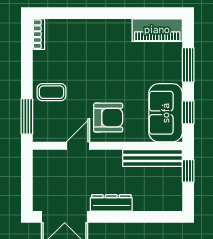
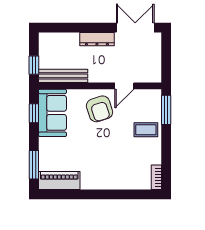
window: (188, 65) -> (34, 165), moved
armchair: (108, 118) -> (100, 109), turned -108

